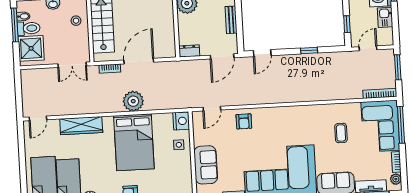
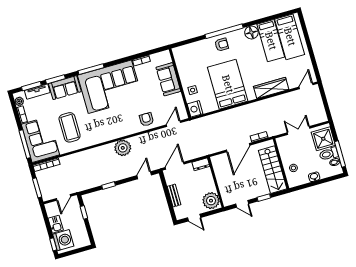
double door: (72, 65) -> (299, 130), moved
plant: (133, 101) -> (123, 148), moved
coffee table: (341, 133) -> (70, 127), width x1.86, depth x1.72

